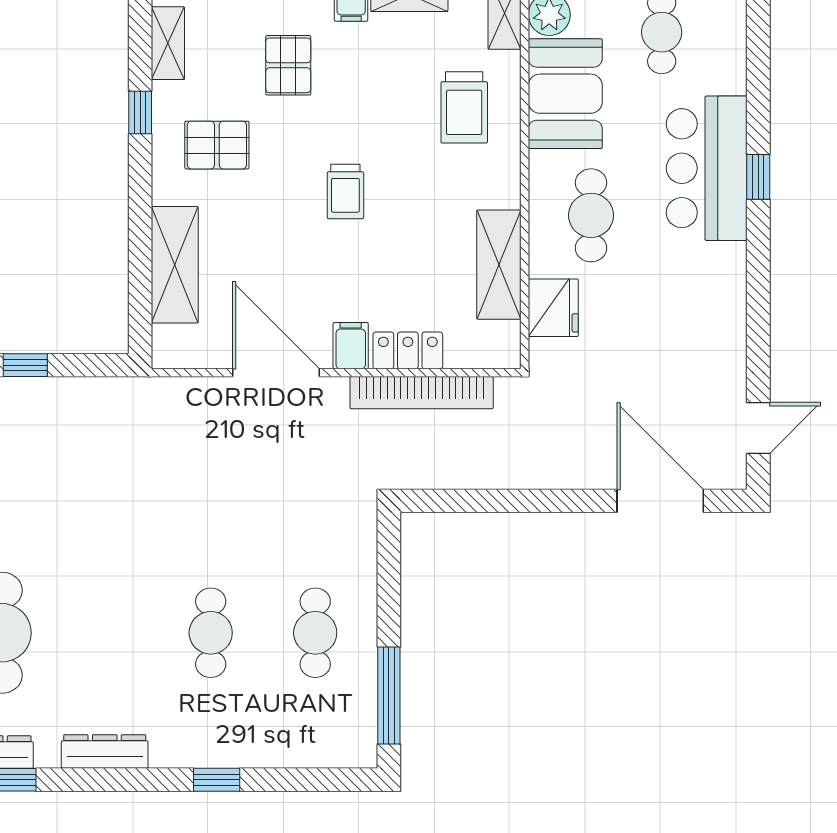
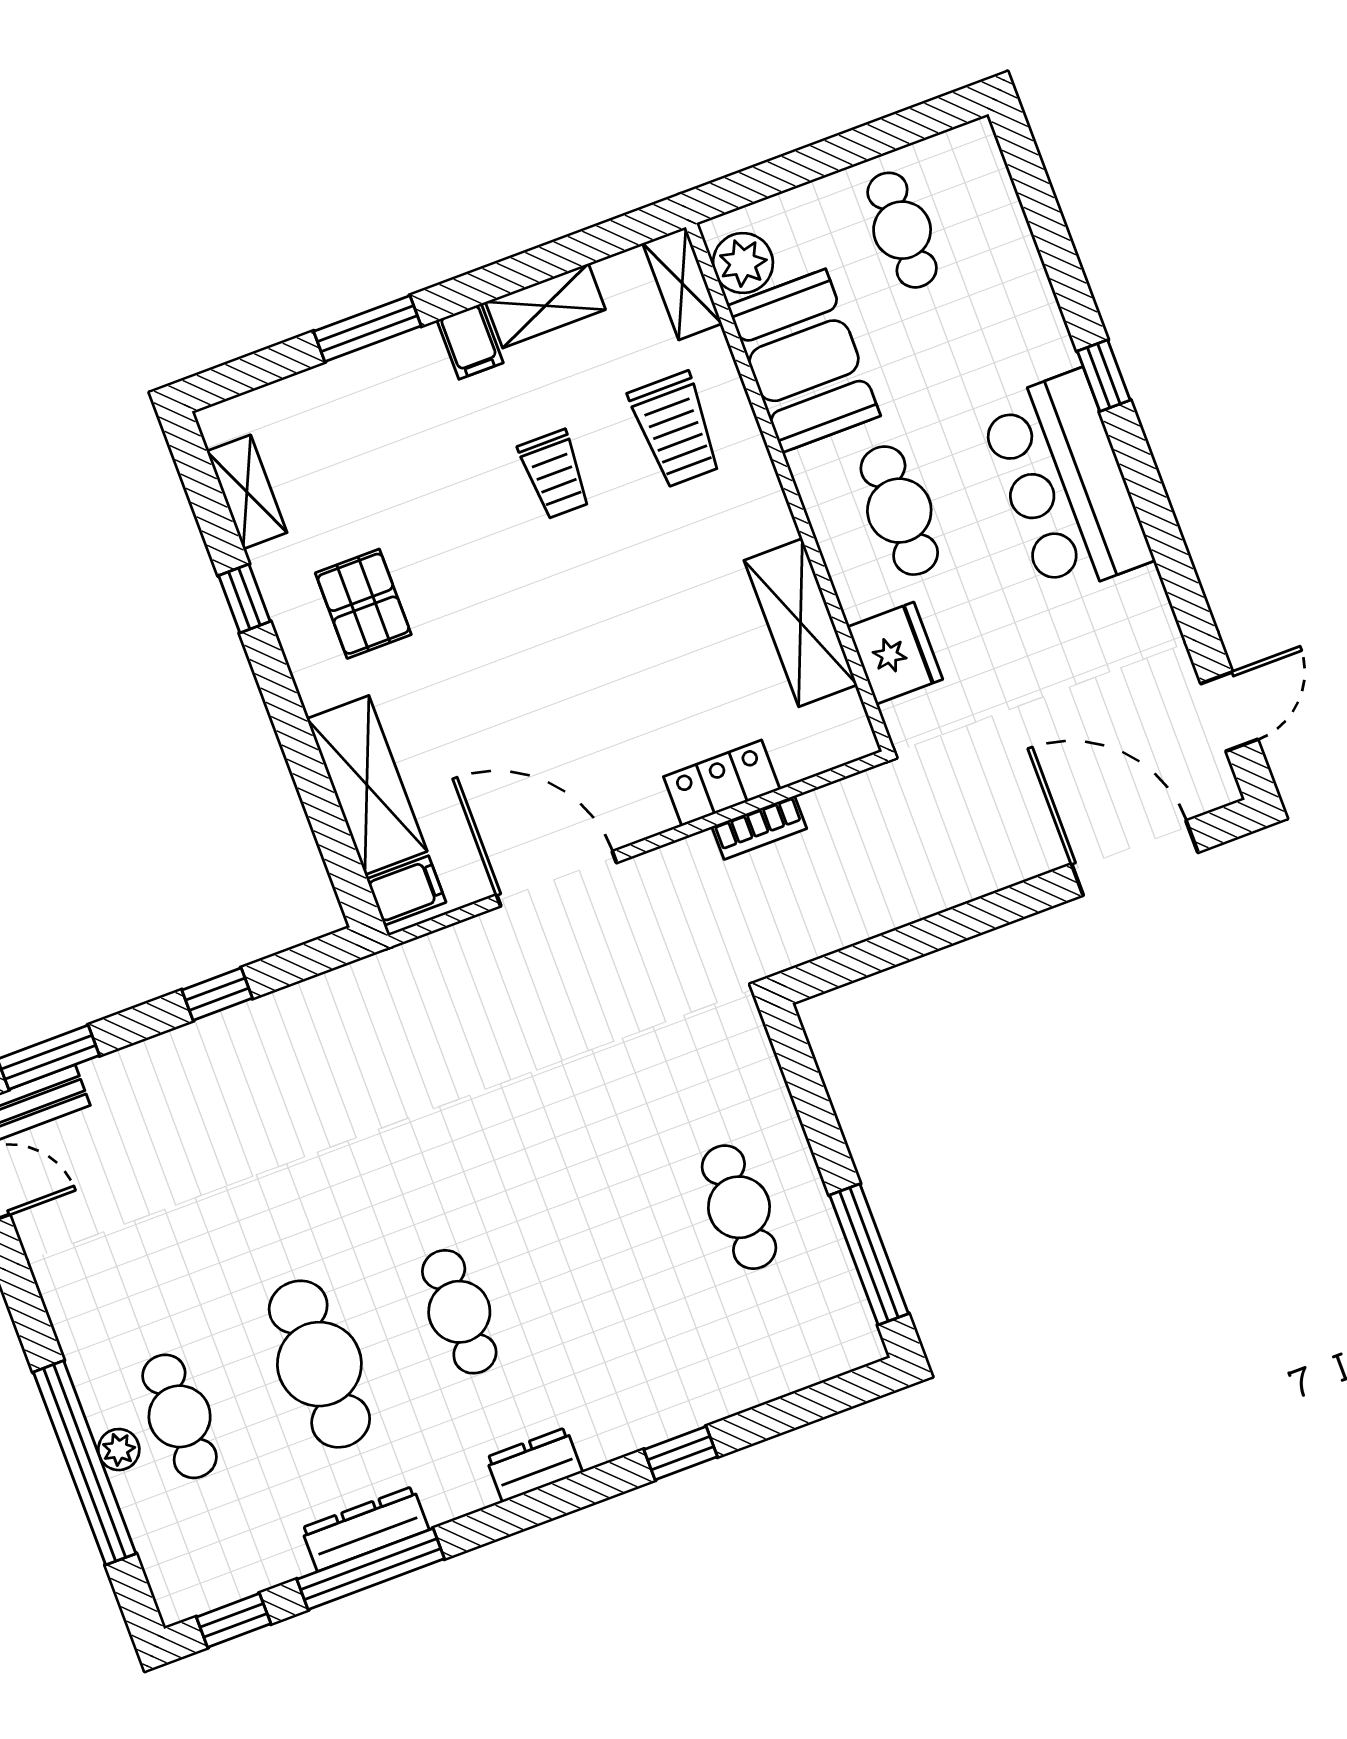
pallet: (288, 65) -> (419, 461), removed
pallet: (217, 145) -> (363, 604), turned 90
bar counter: (707, 168) -> (1066, 484), moved
trolley: (345, 191) -> (555, 474), moved
filing cabinet: (351, 346) -> (406, 891), moved, turned 90
bookcase: (422, 393) -> (759, 828), width x0.43, depth x0.76
cafe table: (211, 633) -> (459, 1312), moved
dresser: (105, 752) -> (534, 1465), width x0.70

